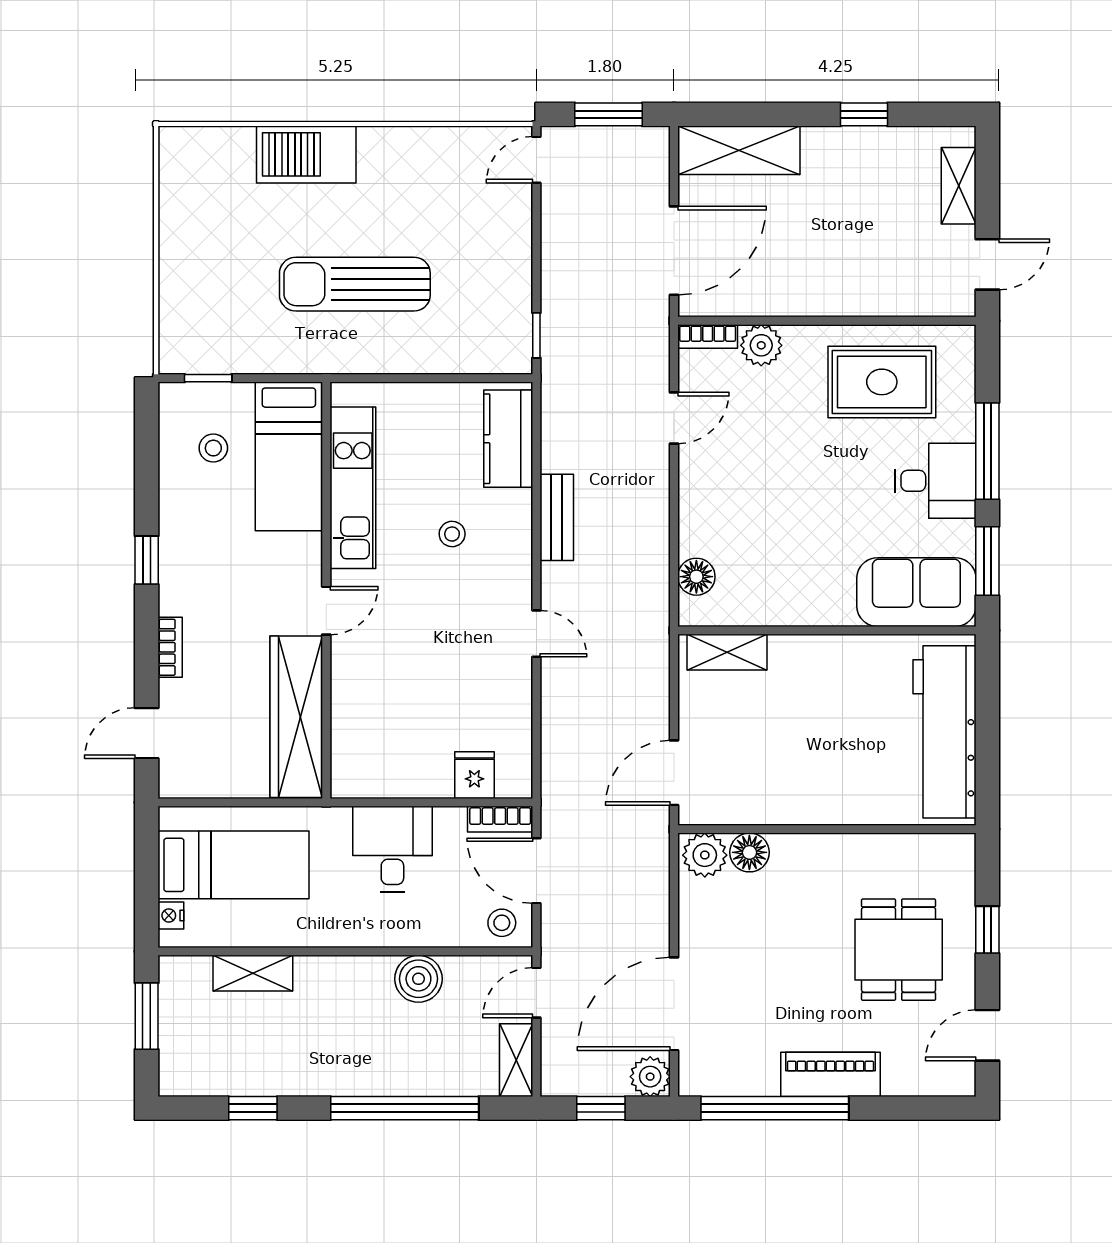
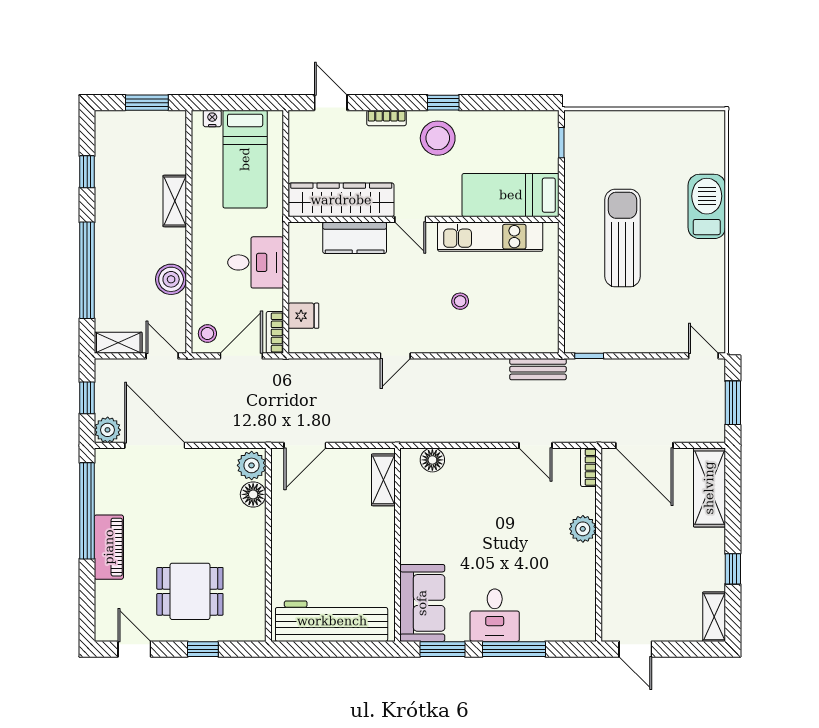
shelving: (959, 186) -> (714, 617), moved, turned 90
plant: (761, 345) -> (583, 529), moved
rug: (882, 382) -> (559, 580), removed
kitchen counter: (508, 439) -> (355, 238), moved, turned 180
stool: (213, 448) -> (438, 138), moved, width x1.89, depth x1.89
bench: (557, 517) -> (538, 369), moved
door: (674, 773) -> (305, 445), swing flipped
shelving: (253, 973) -> (175, 201), moved

